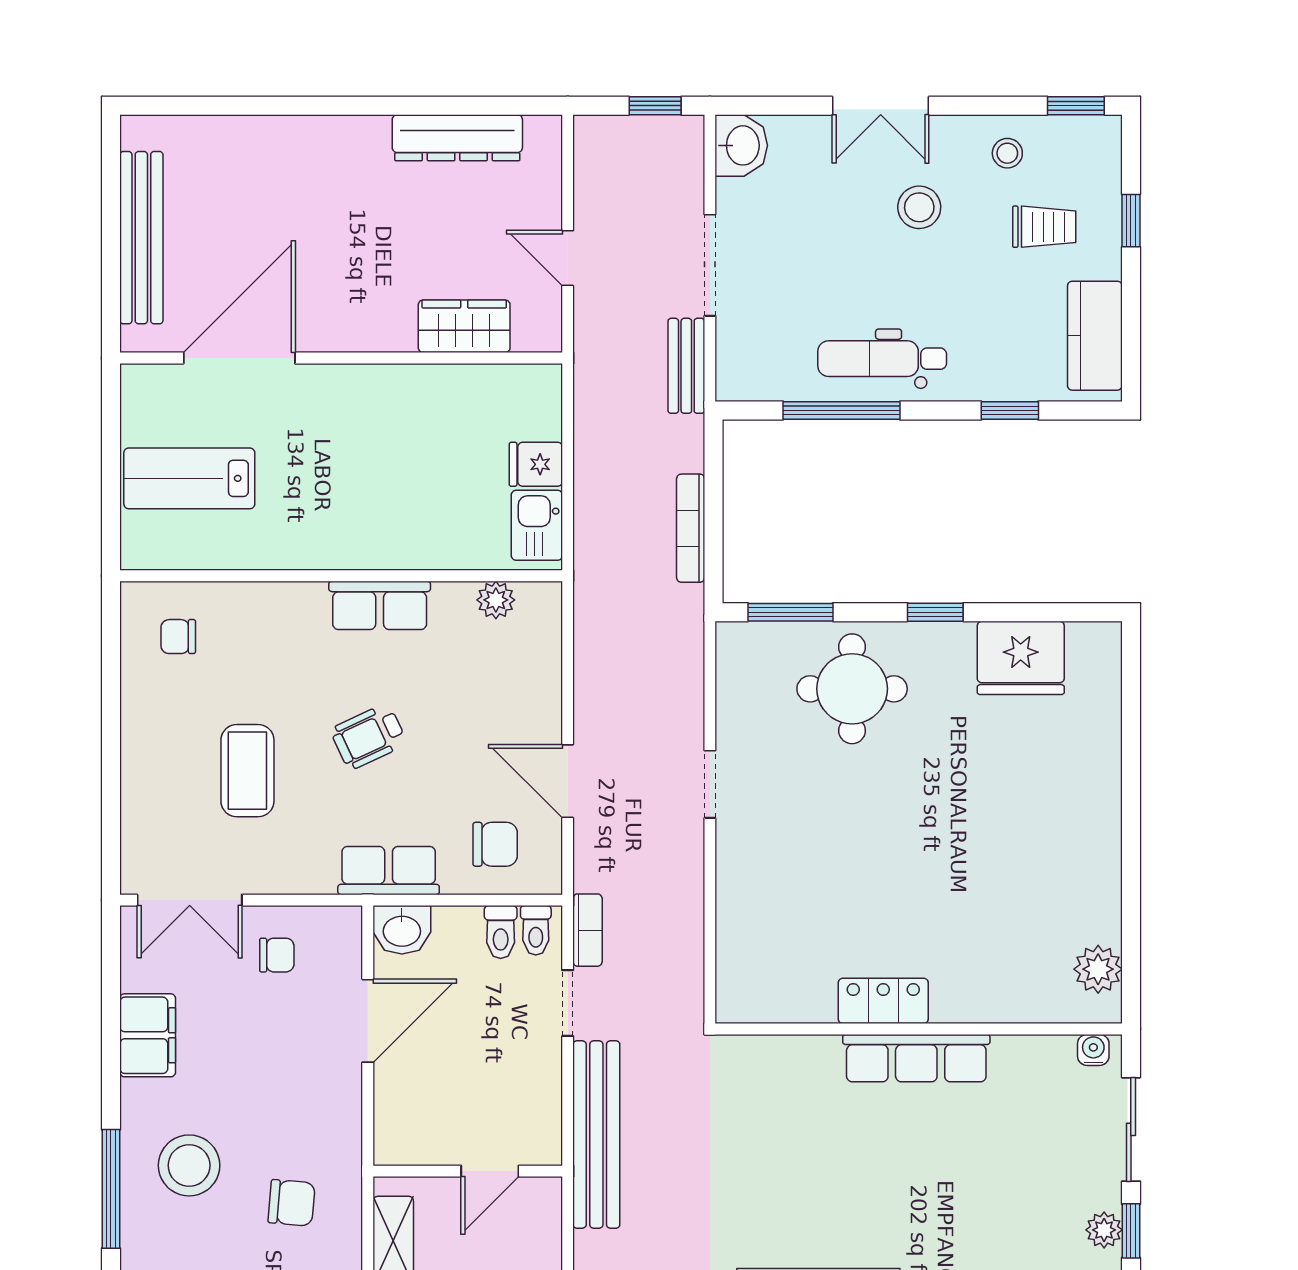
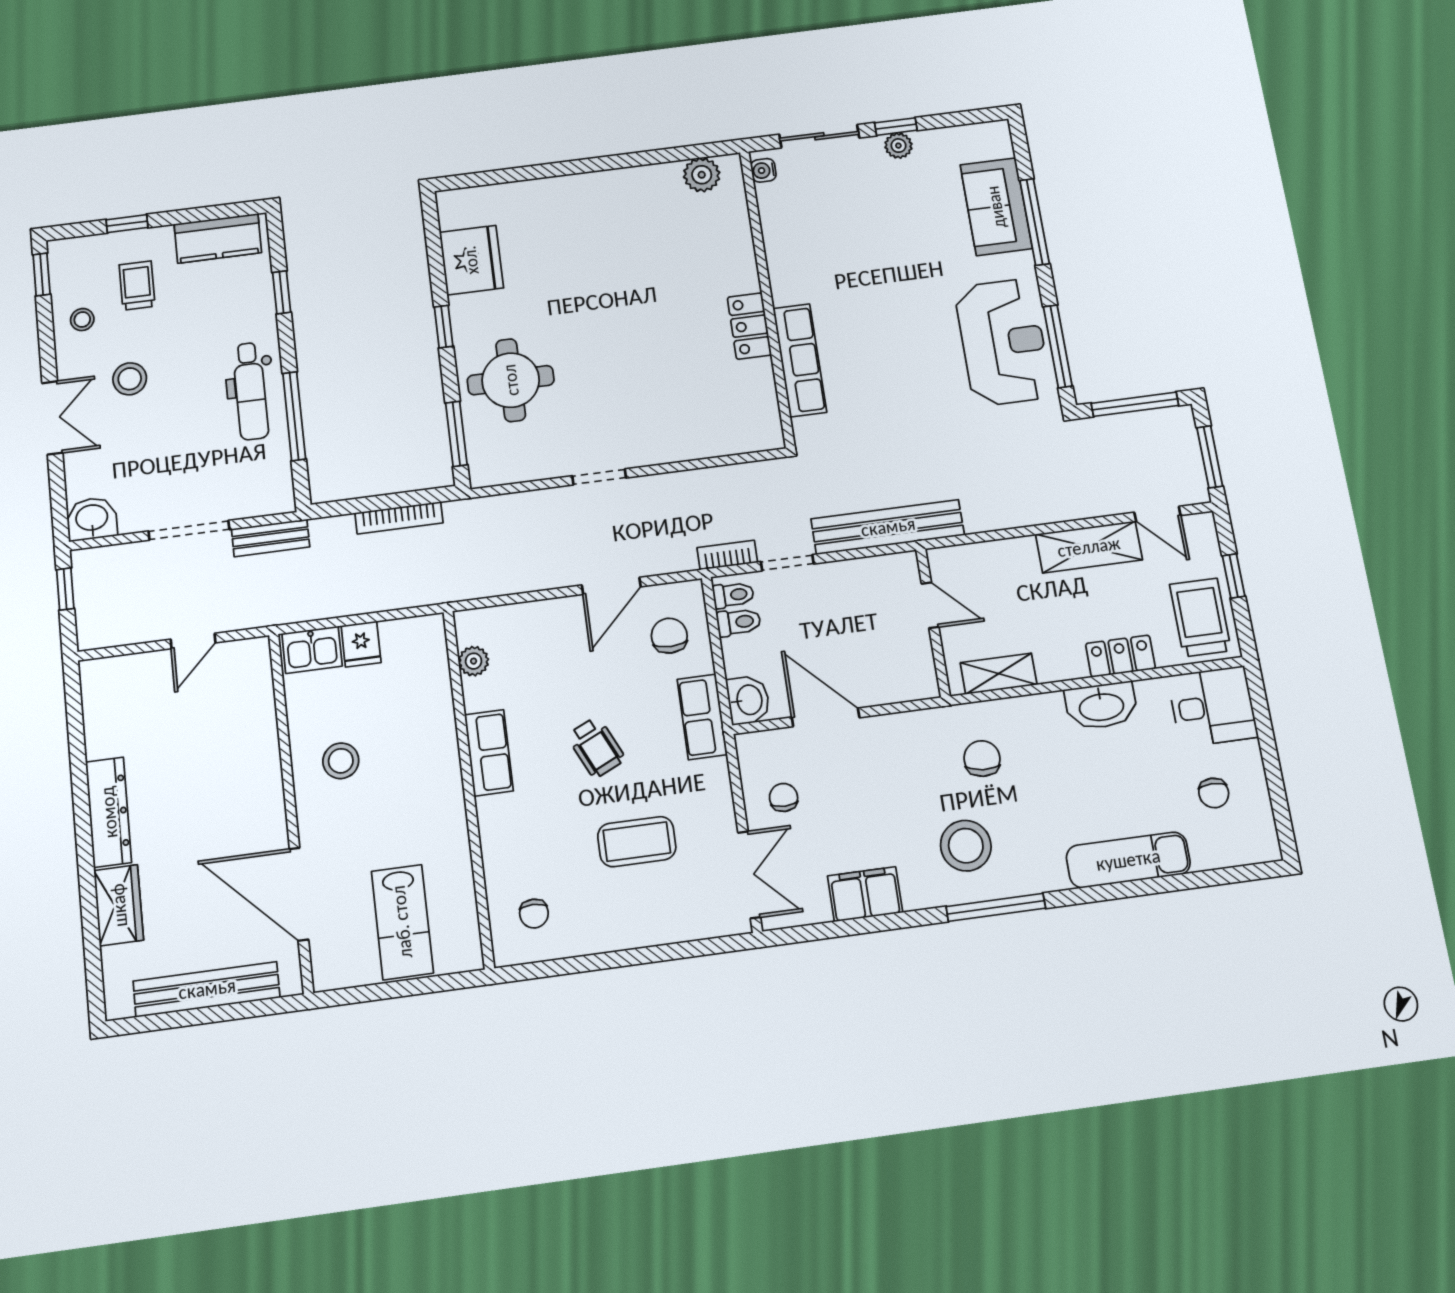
dresser: (457, 138) -> (109, 812), moved
wardrobe: (464, 326) -> (119, 905), moved, turned 180
stool: (394, 425) -> (341, 761), added
kitchen sink: (537, 525) -> (312, 650), moved
row of seats: (916, 1058) -> (800, 360), moved

